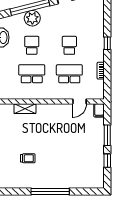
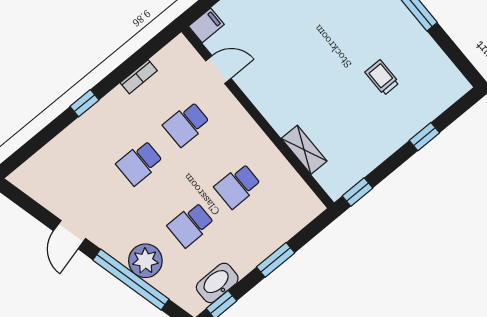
school desk: (32, 74) -> (238, 186), width x0.54
school desk: (69, 74) -> (186, 124), width x0.54

